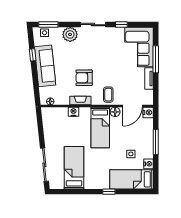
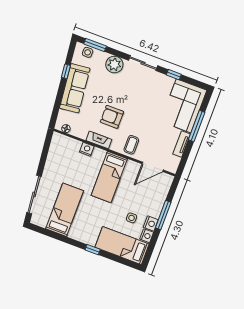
floor lamp: (115, 112) -> (132, 166), removed
nightstand: (148, 112) -> (151, 224), moved

